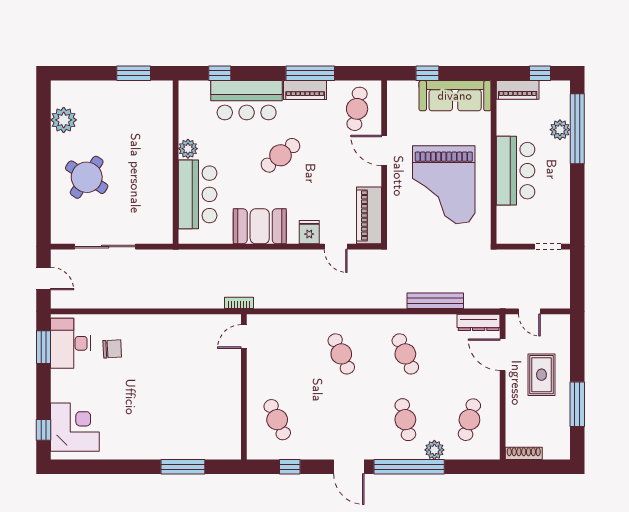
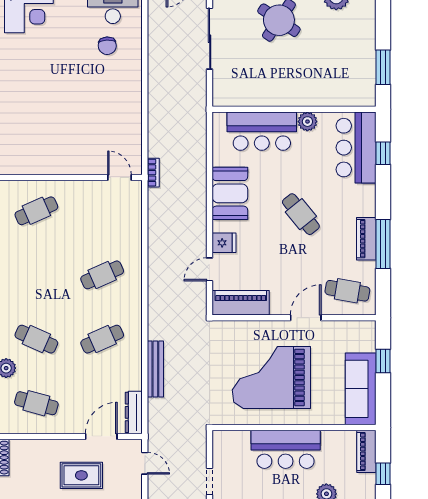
bar counter: (247, 100) -> (356, 148), moved
door: (529, 311) -> (145, 463), swing flipped
cafe table: (405, 420) -> (36, 339), turned 36

